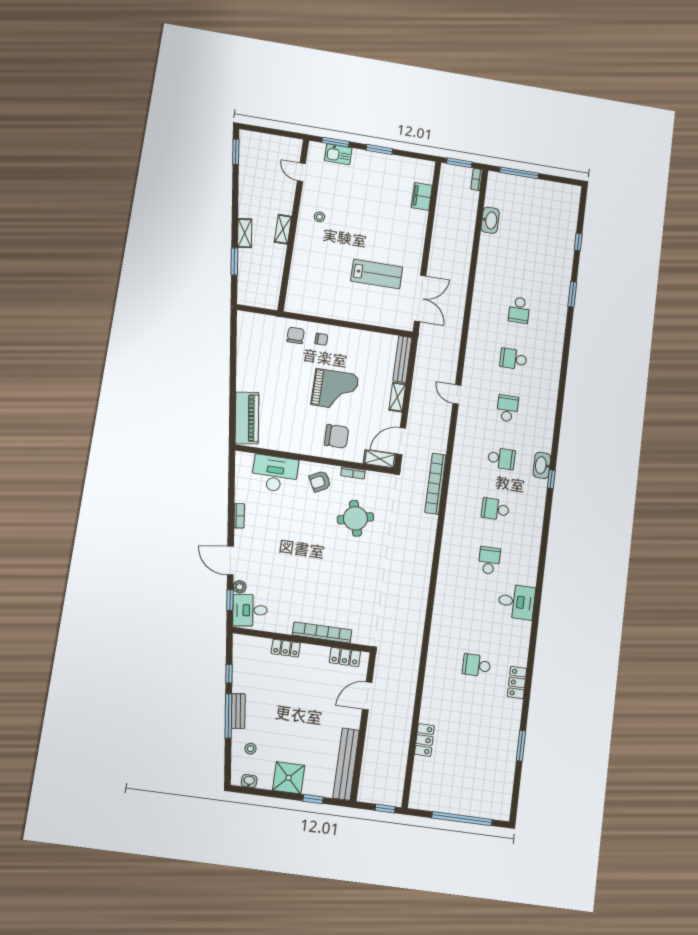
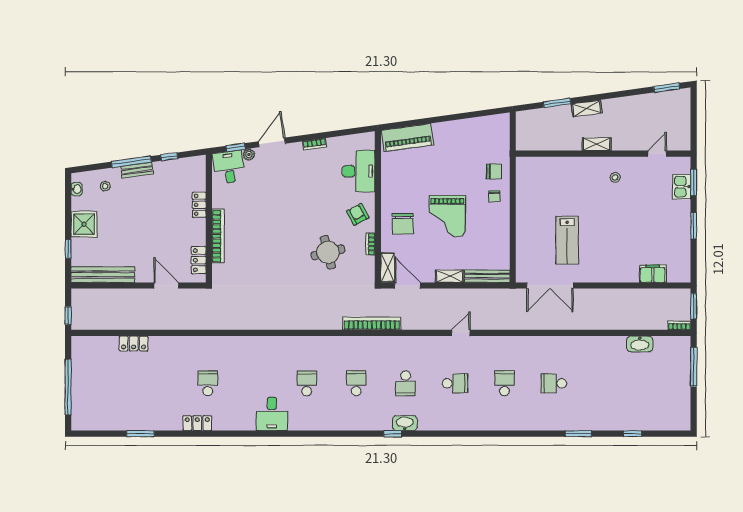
school desk: (489, 561) -> (307, 383), turned -90

